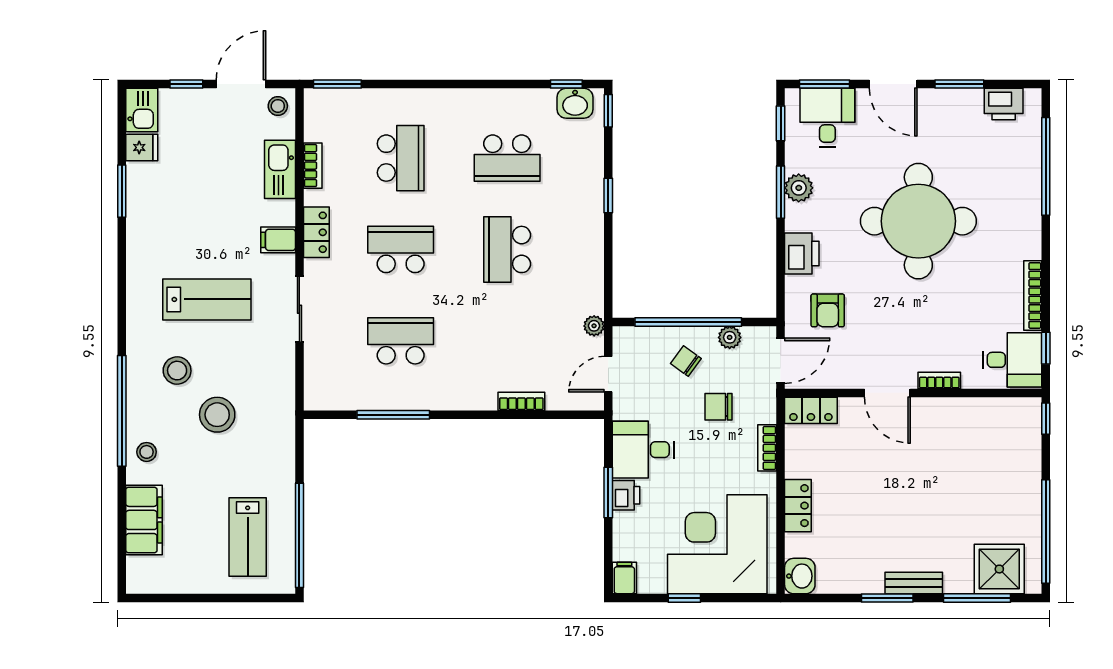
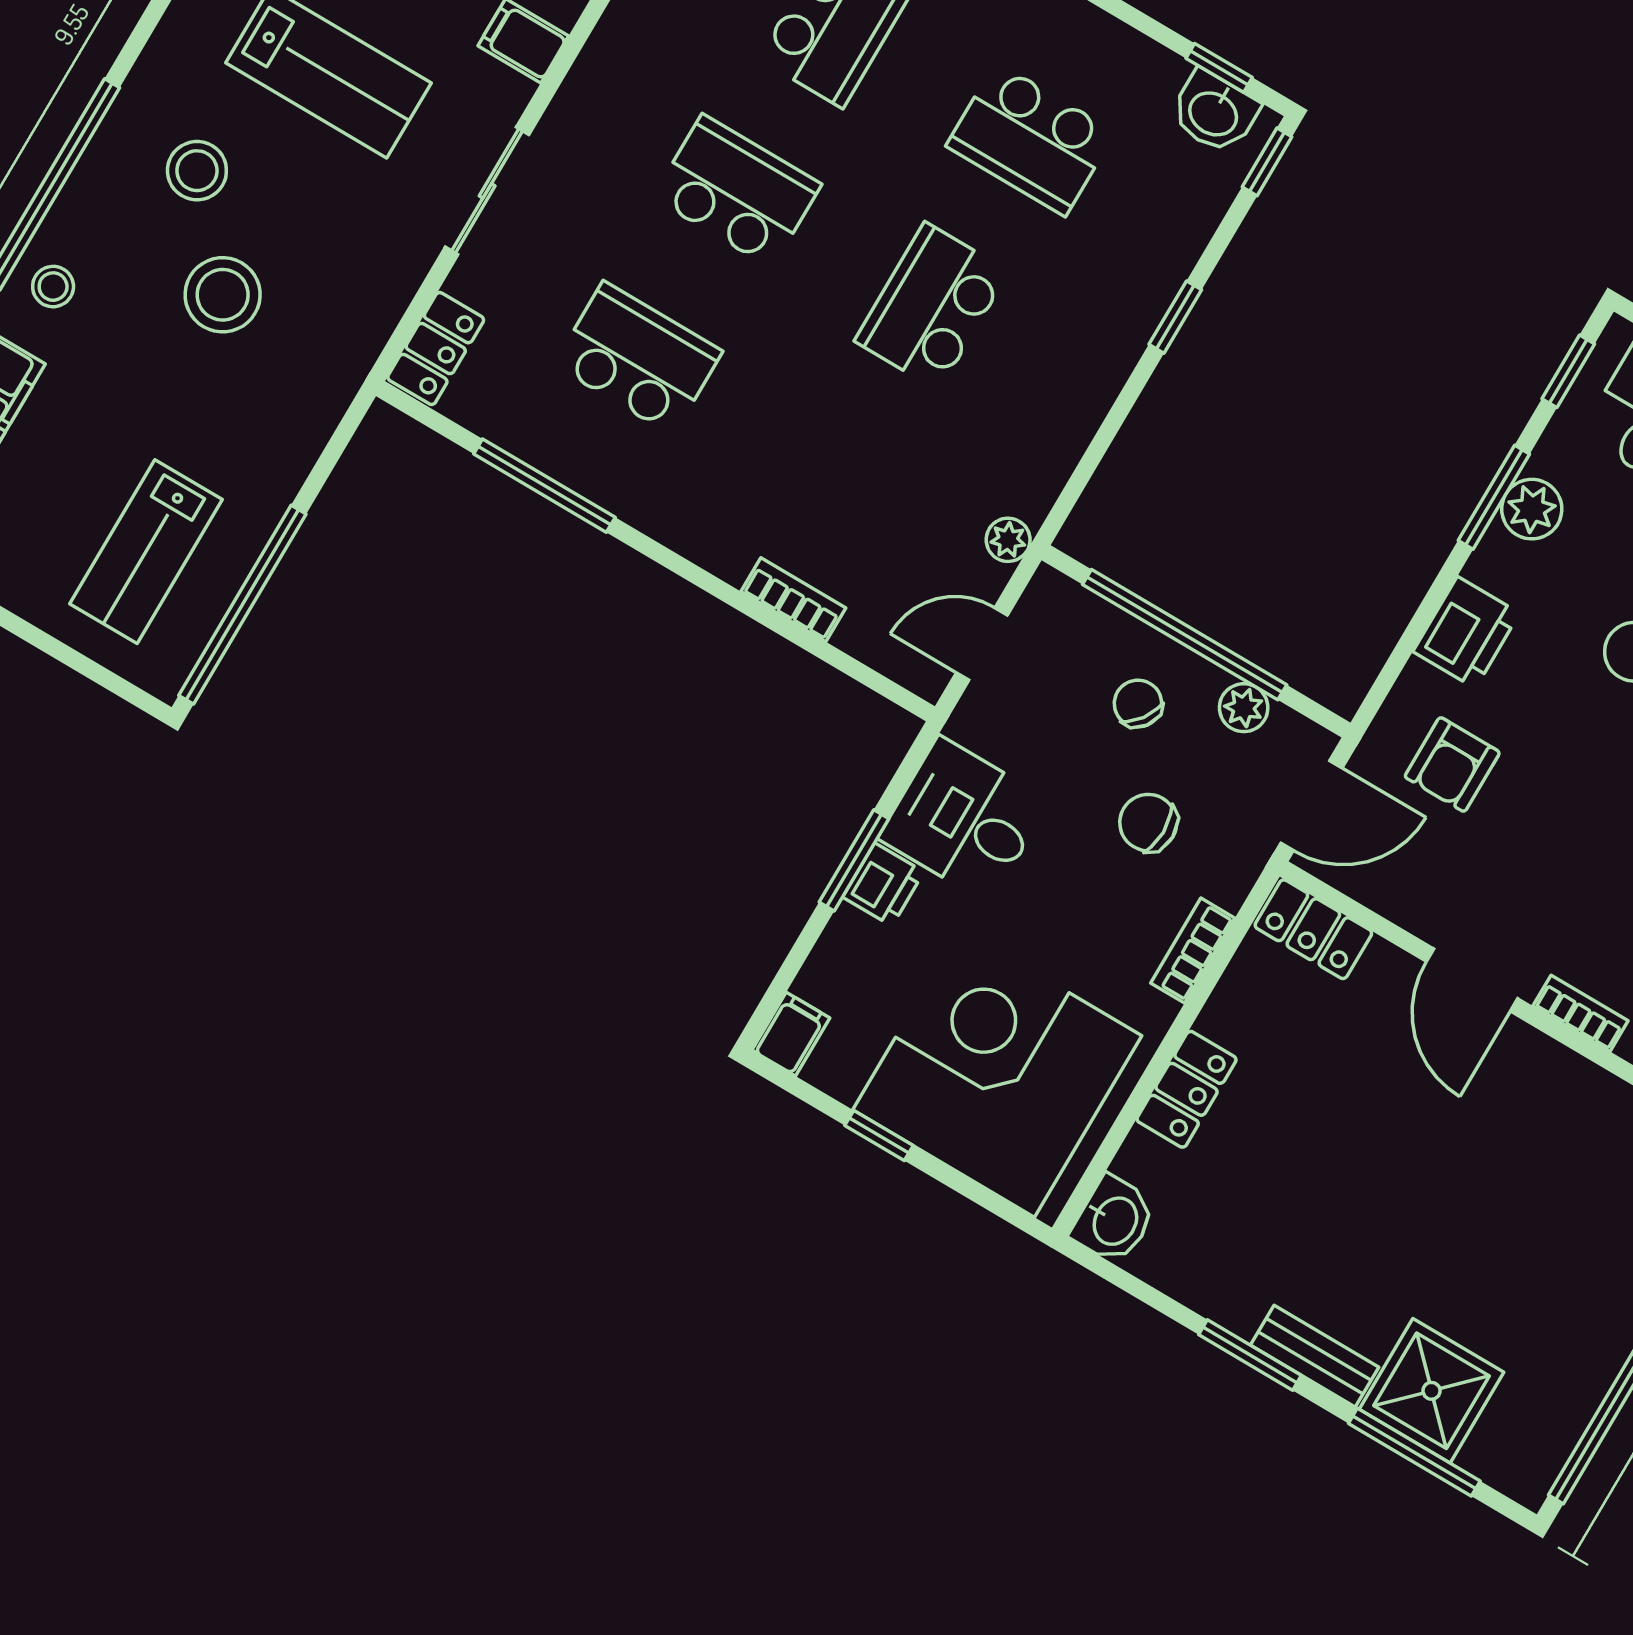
locker: (316, 232) -> (436, 349), moved
shower: (999, 569) -> (1432, 1391), moved

